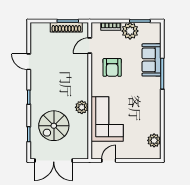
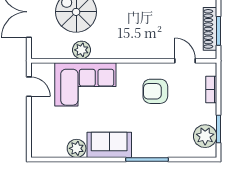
plant: (130, 31) -> (205, 136), moved
sofa: (151, 60) -> (109, 145), moved
plant: (82, 107) -> (82, 50), moved
plant: (154, 140) -> (77, 148), moved

